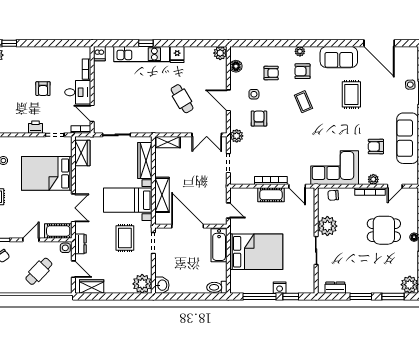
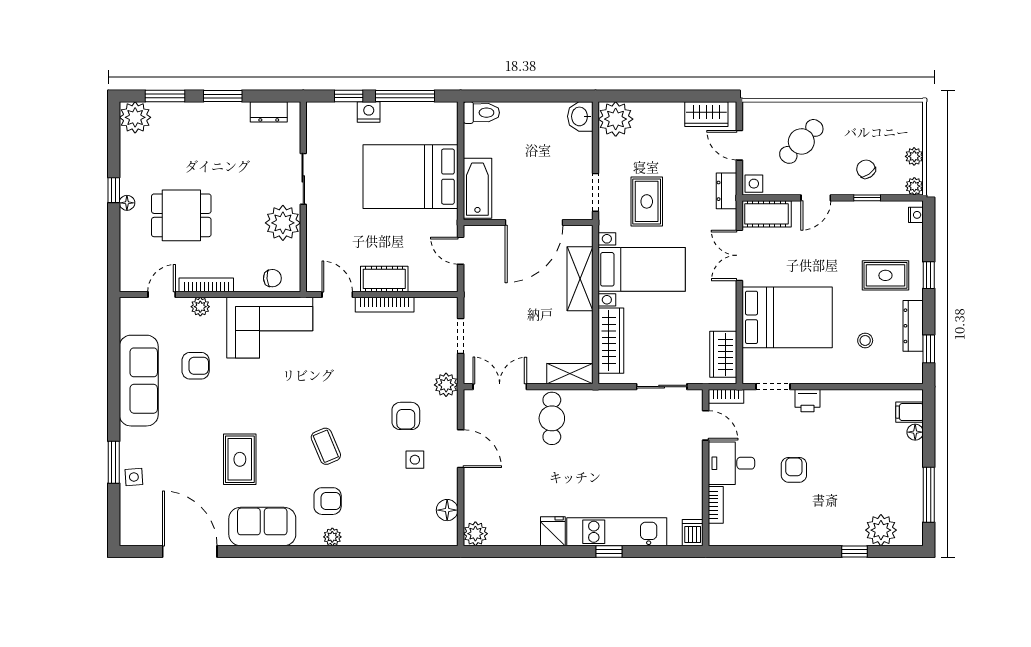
armchair: (271, 73) -> (384, 498), removed
cafe table: (182, 99) -> (552, 418), moved, turned 31
door: (188, 226) -> (534, 223), hinge flipped

